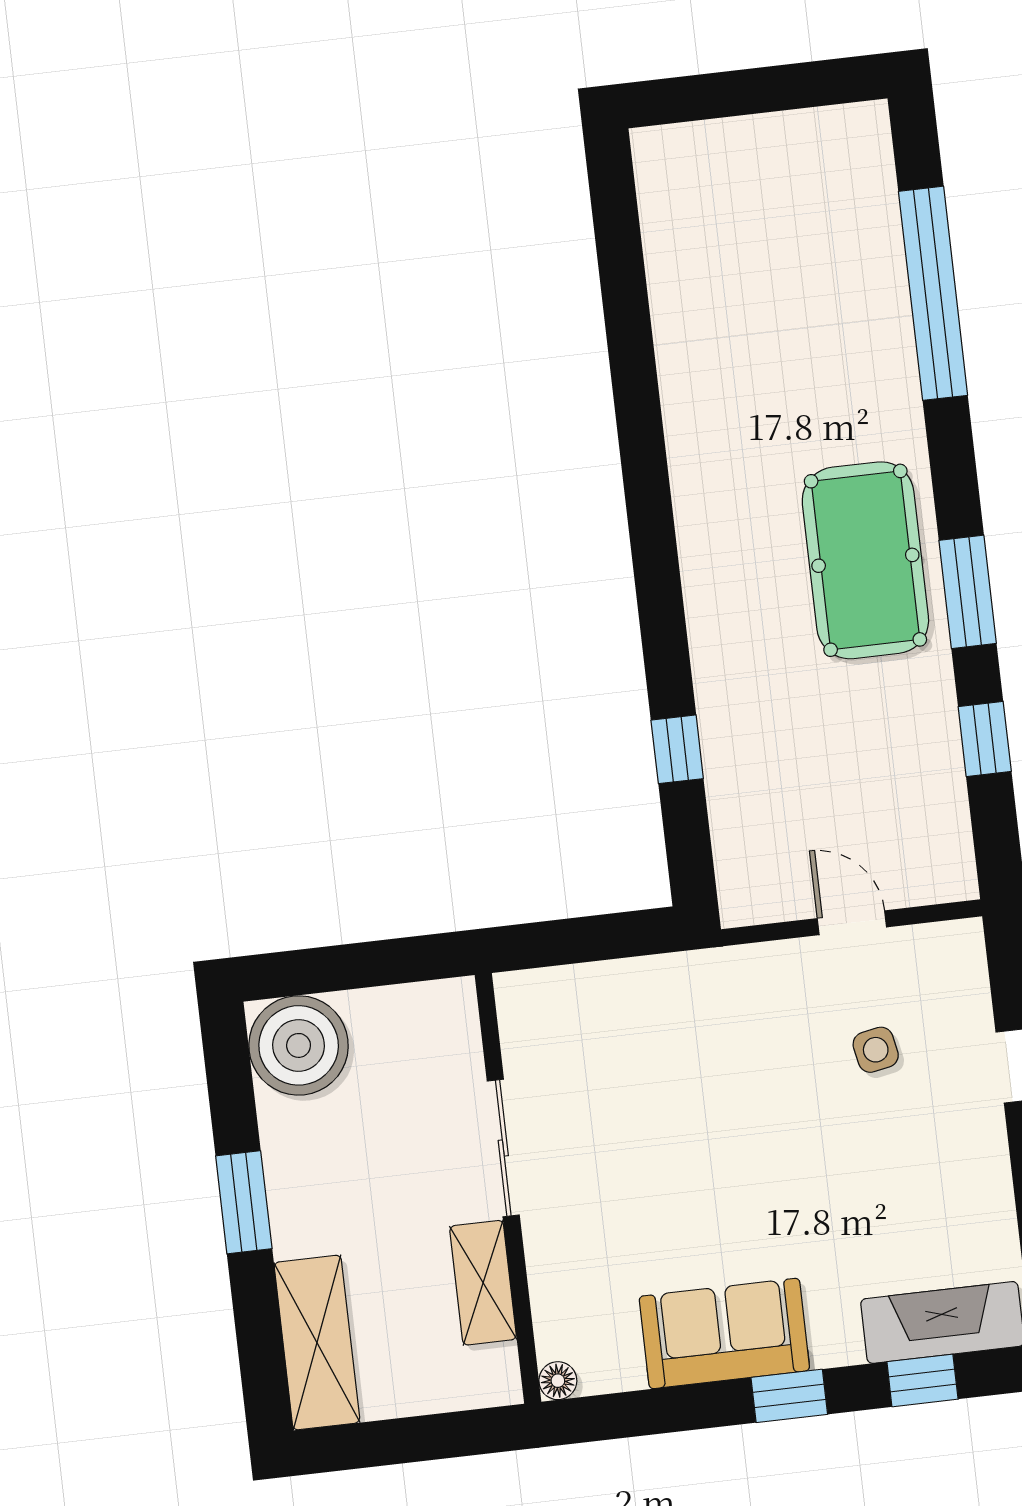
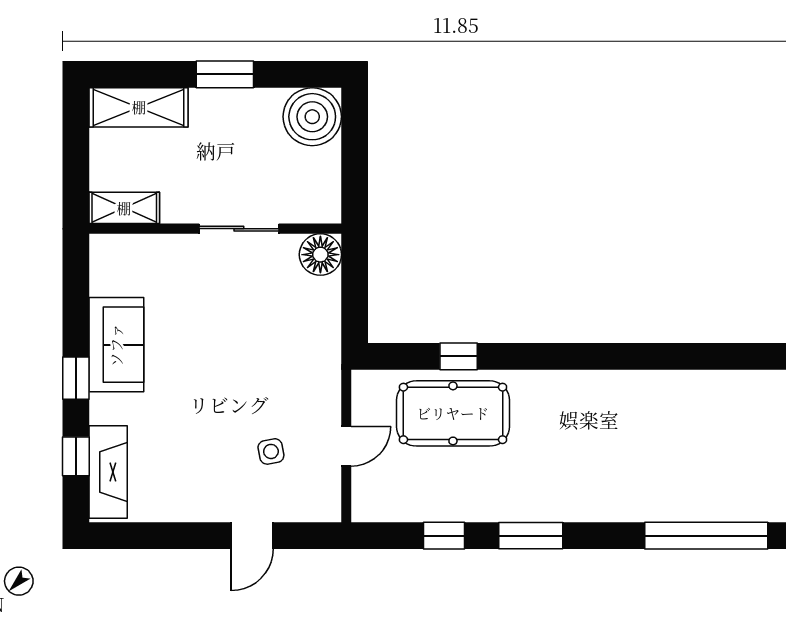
pool table: (865, 560) -> (453, 413), moved
shelving: (483, 1283) -> (124, 208), moved
floor lamp: (558, 1381) -> (320, 255), moved, width x1.89, depth x1.89

